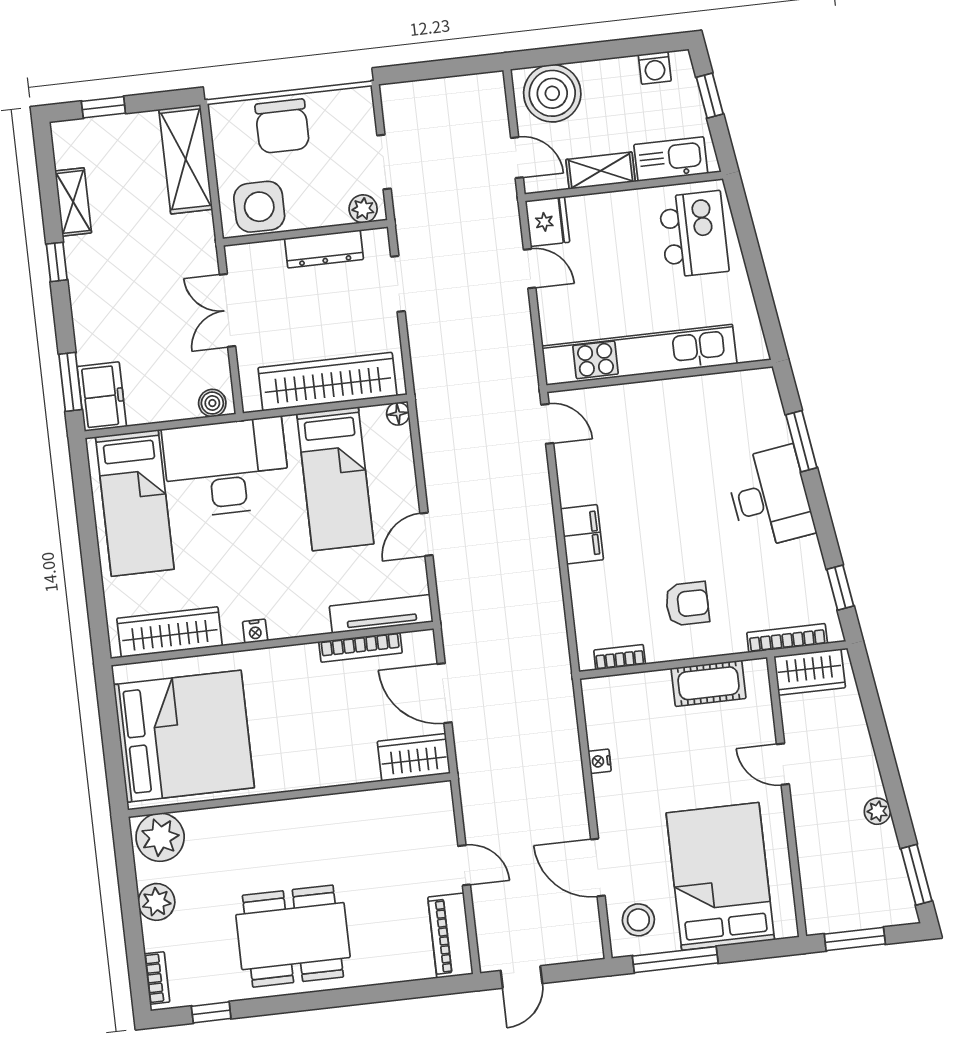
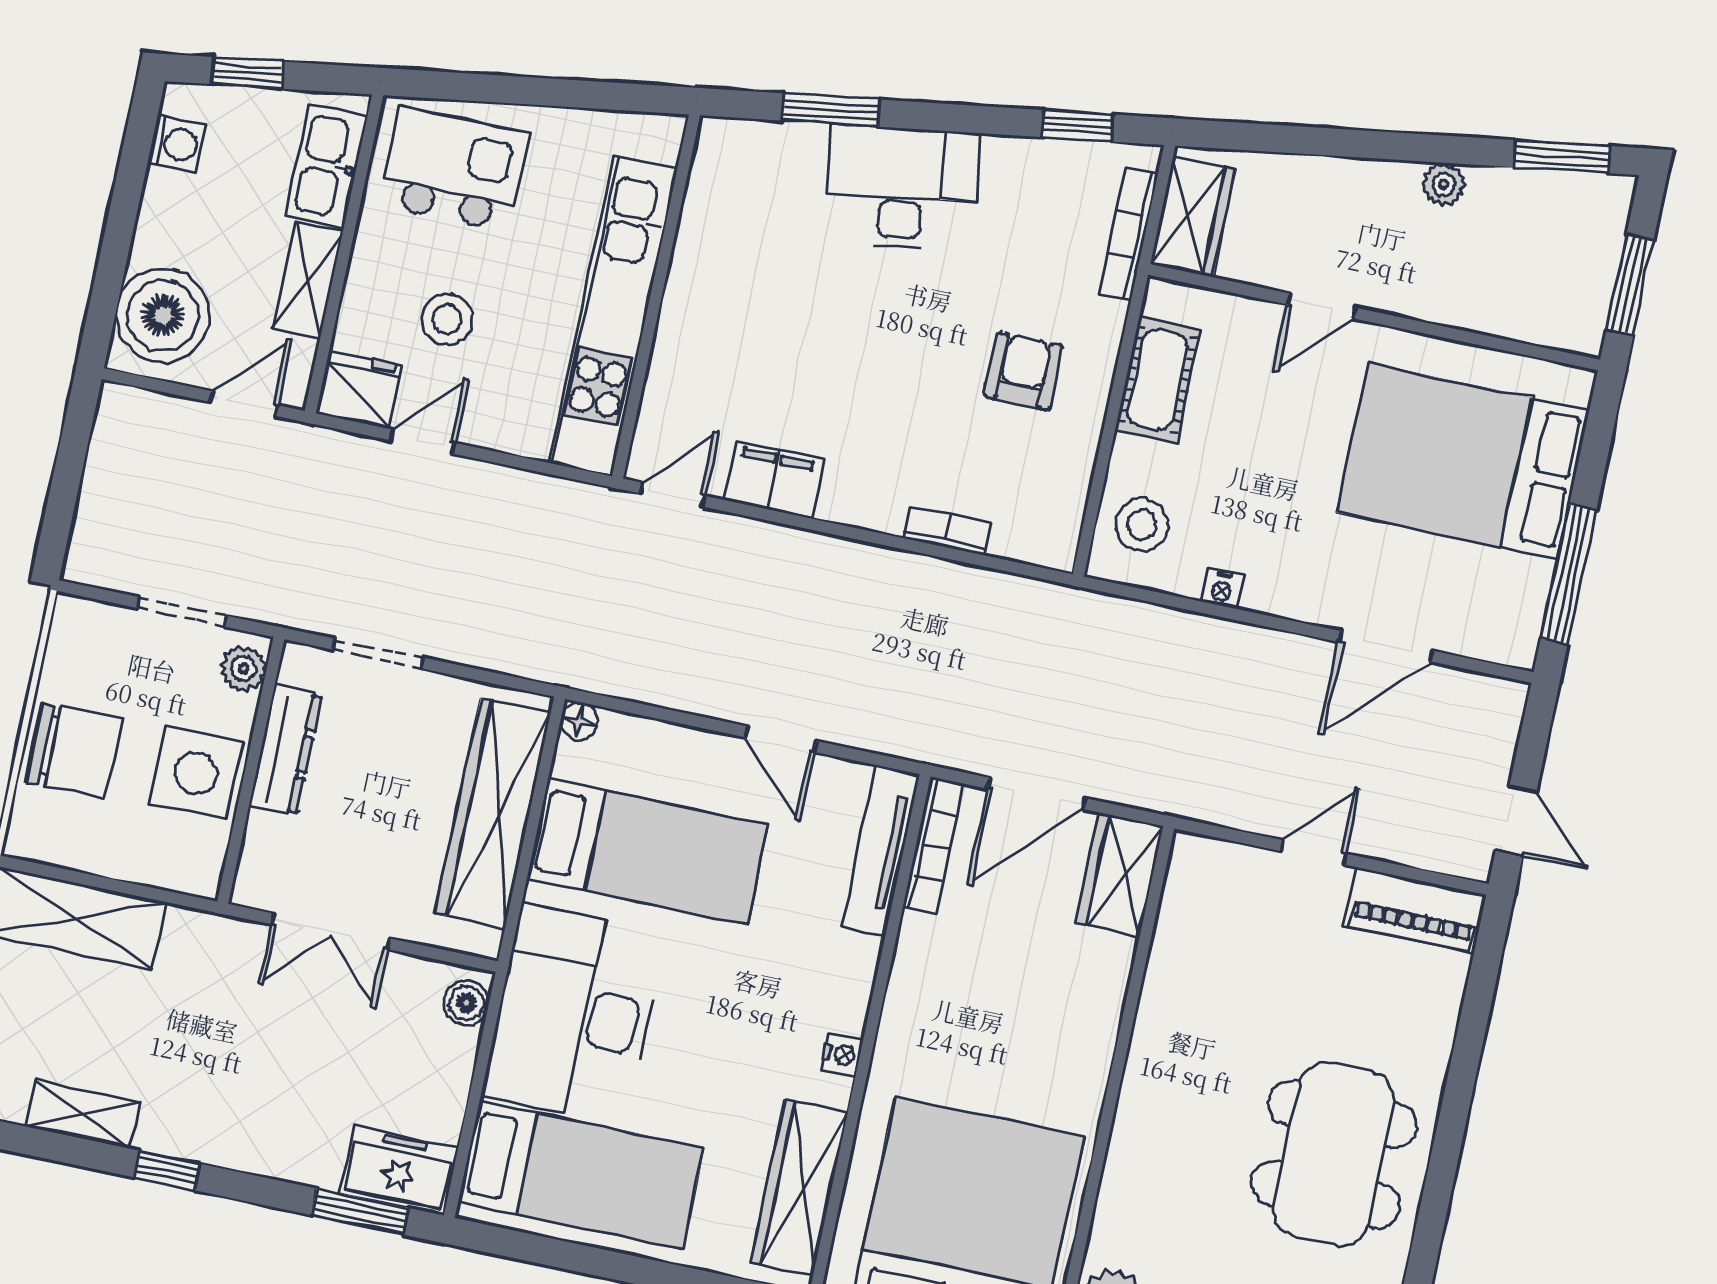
side table: (259, 207) -> (196, 773), moved
stool: (605, 259) -> (447, 319), added
filing cabinet: (582, 534) -> (774, 480), moved
bookcase: (360, 647) -> (933, 845), moved
bookcase: (620, 657) -> (947, 531), moved, turned 90
stool: (638, 920) -> (1142, 525), moved

